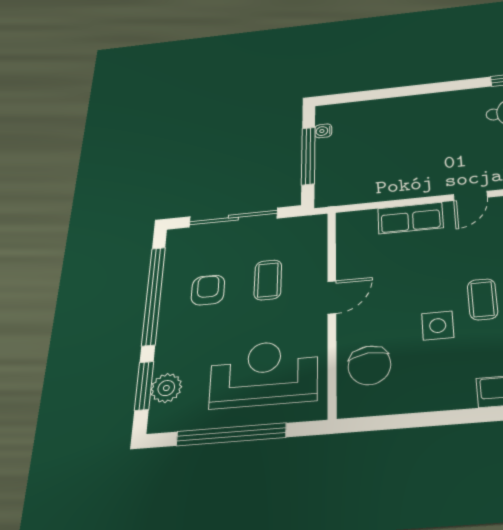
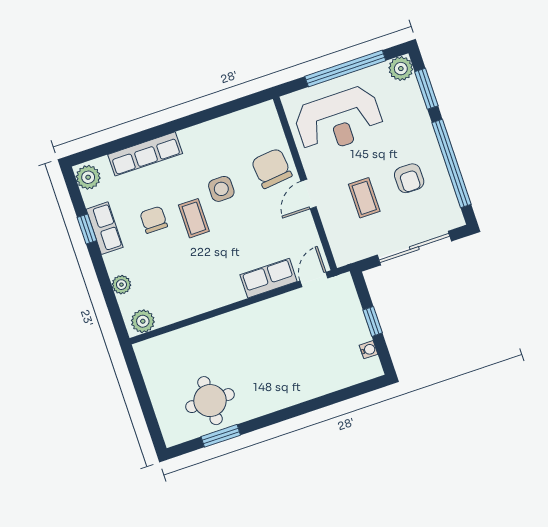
window: (308, 156) -> (373, 321), width x0.46
door: (470, 196) -> (314, 280), moved
chair: (369, 365) -> (272, 168), moved
plant: (166, 388) -> (401, 69), moved

